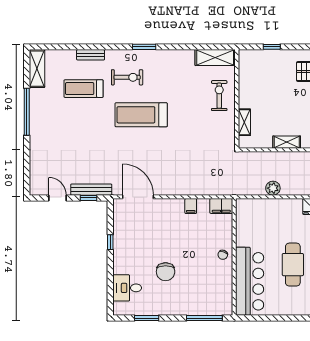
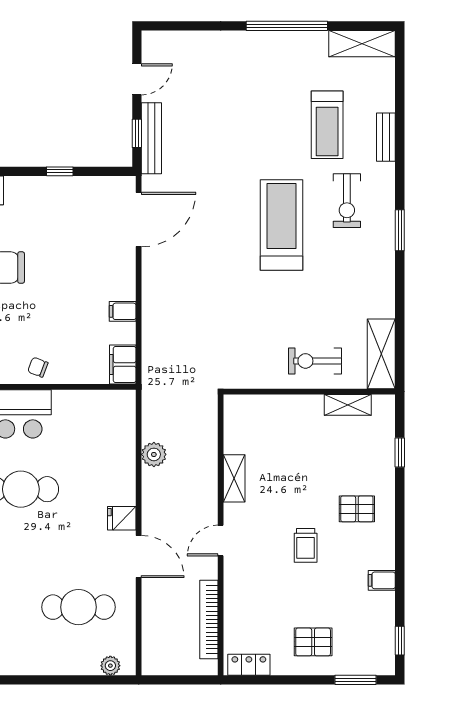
treadmill: (84, 89) -> (327, 125), turned 180
exercise bike: (219, 96) -> (315, 361), turned 180
shelving: (244, 122) -> (348, 405), moved

